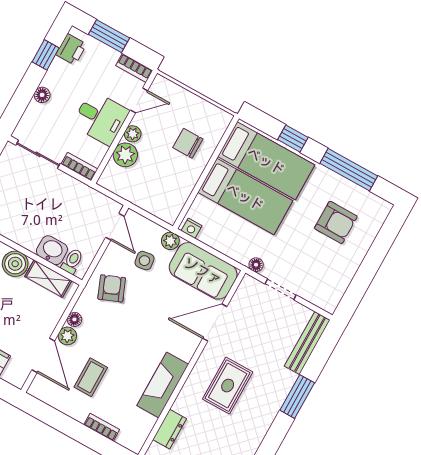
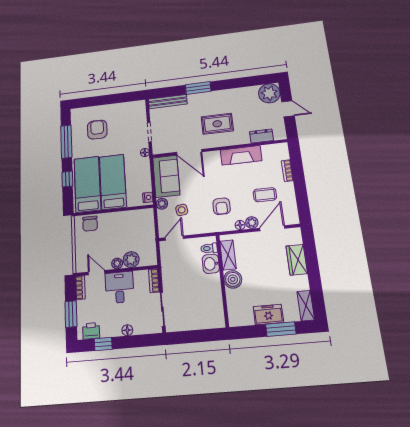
chair: (188, 143) -> (90, 224), moved
armchair: (112, 288) -> (222, 206), moved, turned -68

